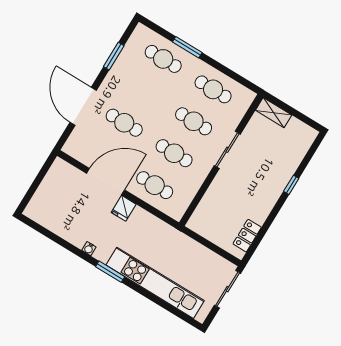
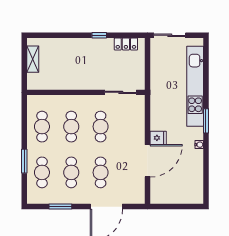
shelving: (274, 113) -> (33, 59), moved
sliding door: (227, 150) -> (121, 92), moved
door: (106, 182) -> (148, 161), swing flipped
cafe table: (155, 185) -> (71, 172), moved
window: (291, 185) -> (99, 35), moved

